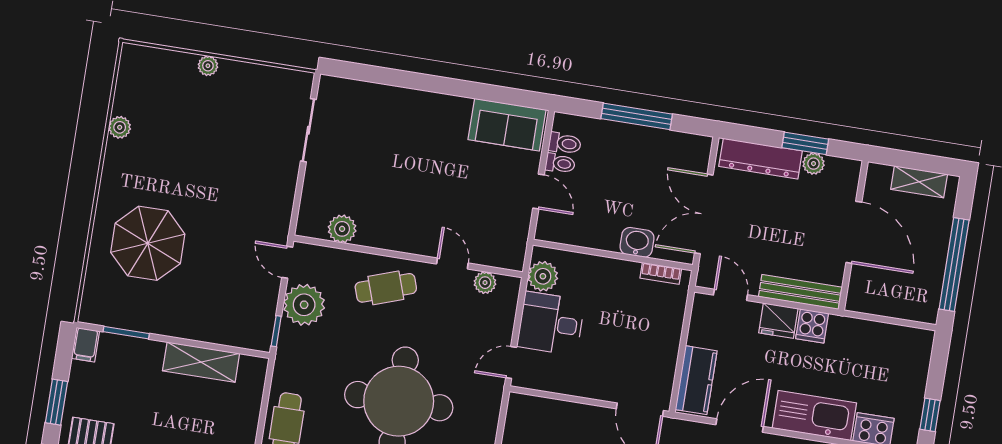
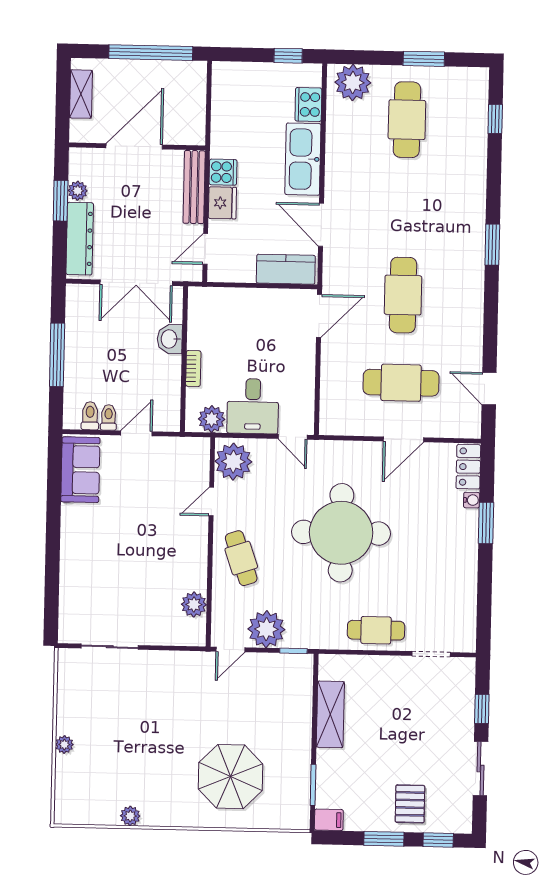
bookcase: (661, 273) -> (193, 368), moved
plant: (485, 283) -> (233, 462), width x1.87, depth x1.87

